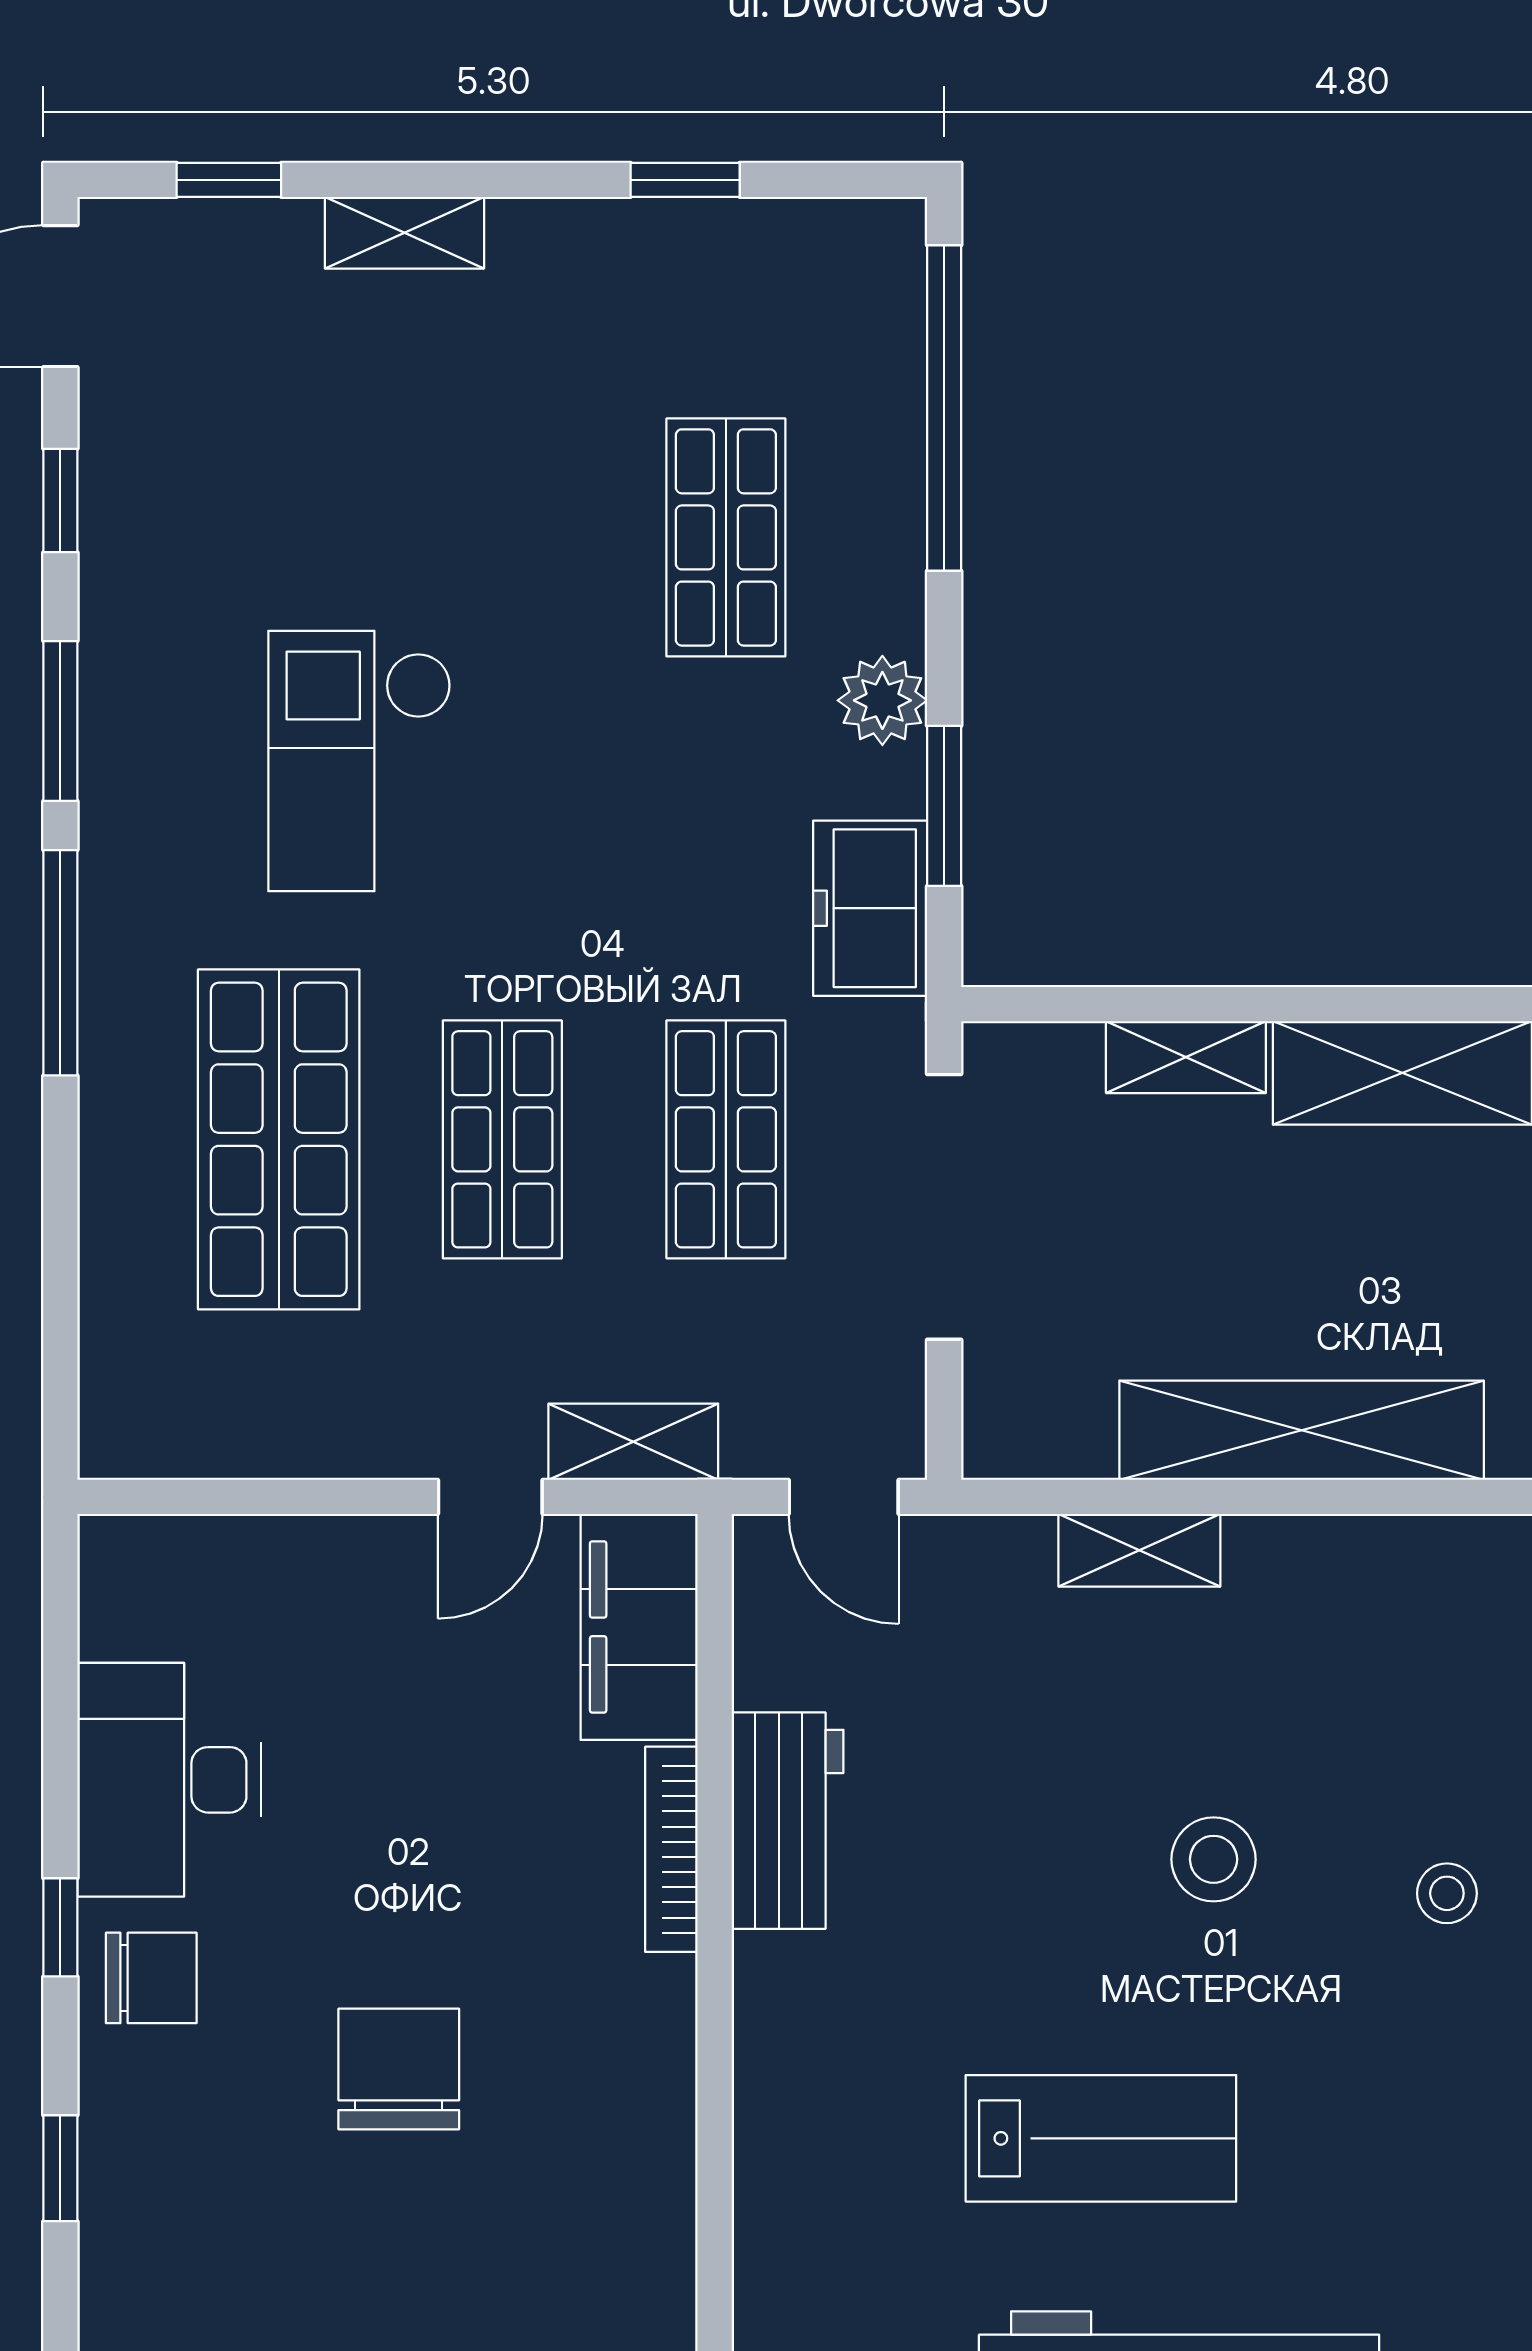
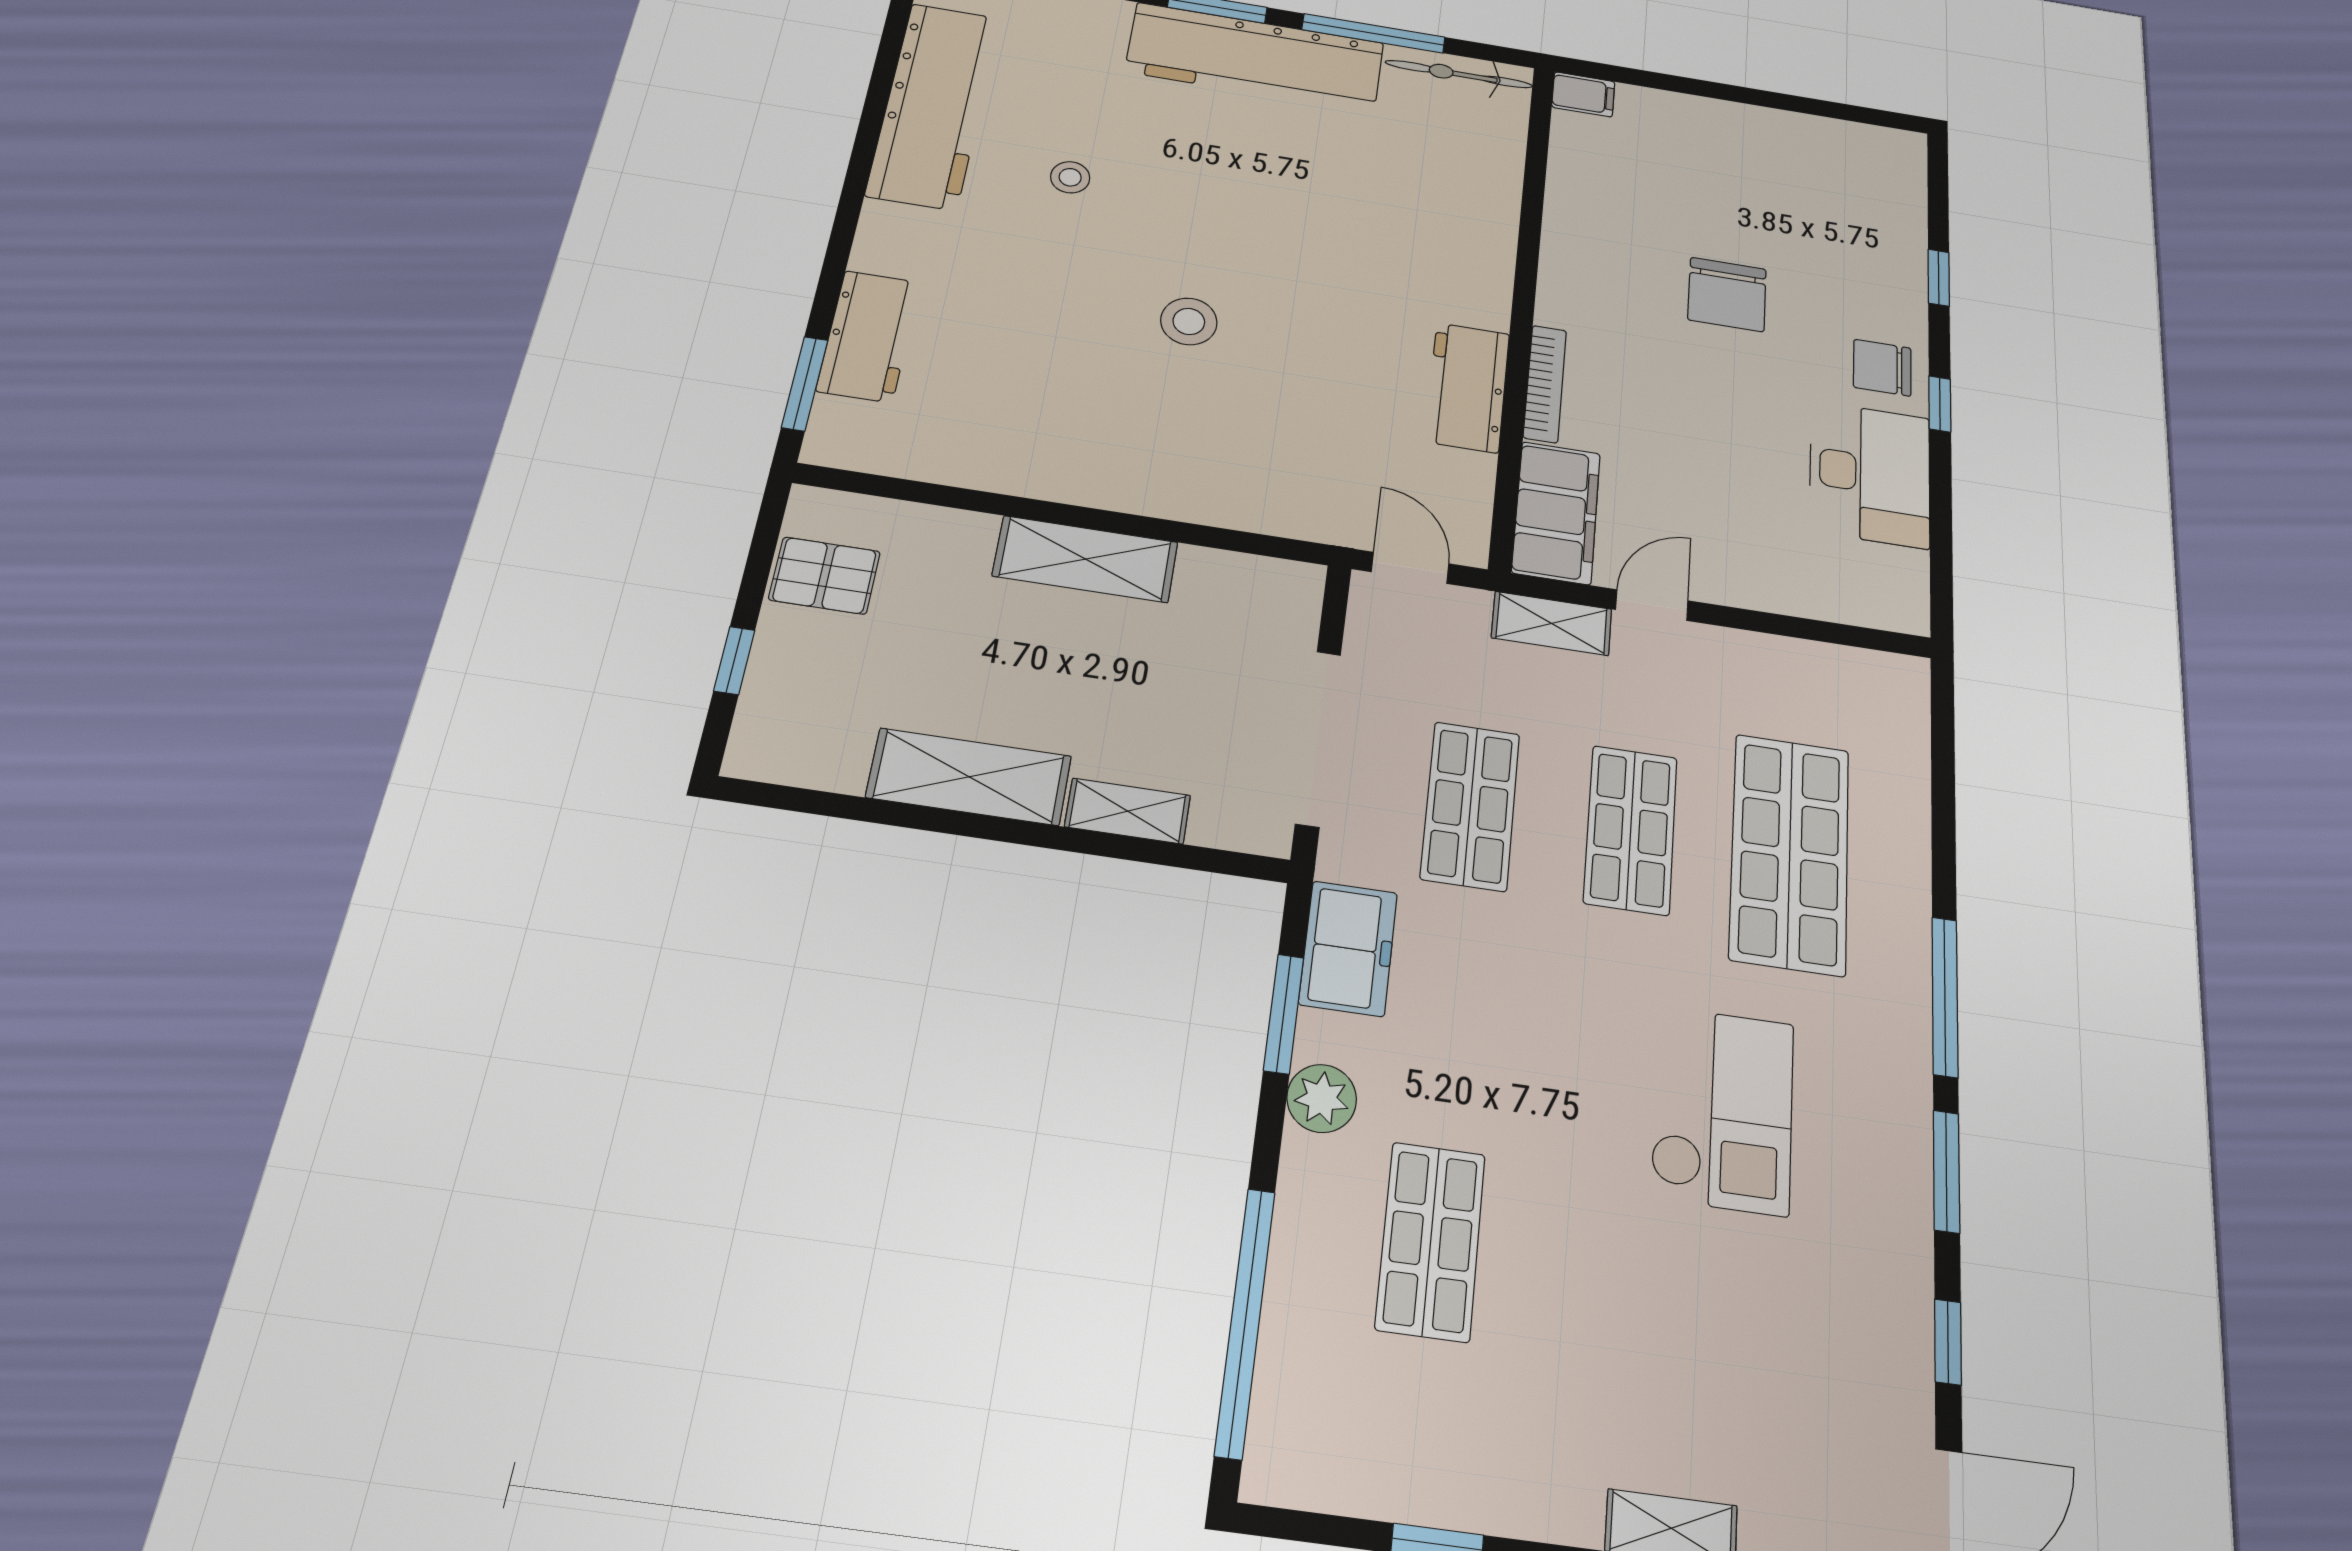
shelving: (1302, 1430) -> (1085, 559), width x0.68
shelving: (1139, 1550) -> (1211, 504), removed
stool: (1447, 1893) -> (1070, 177), moved
lab bench: (1101, 2138) -> (1285, 187), removed

